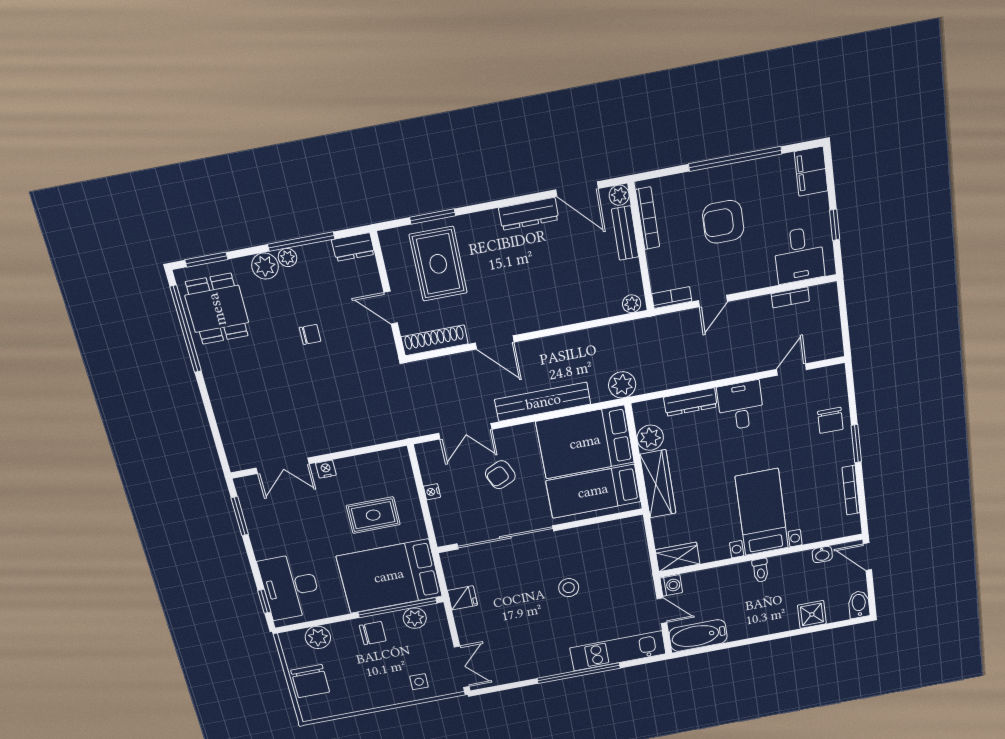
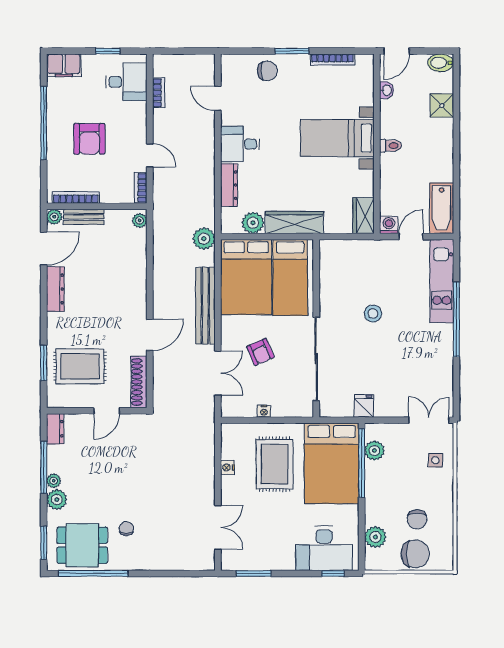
chair: (310, 334) -> (126, 529), moved
nightstand: (326, 469) -> (227, 467), moved
rug: (373, 515) -> (275, 464), width x1.36, depth x1.43
chair: (373, 633) -> (417, 519), moved, turned 180

